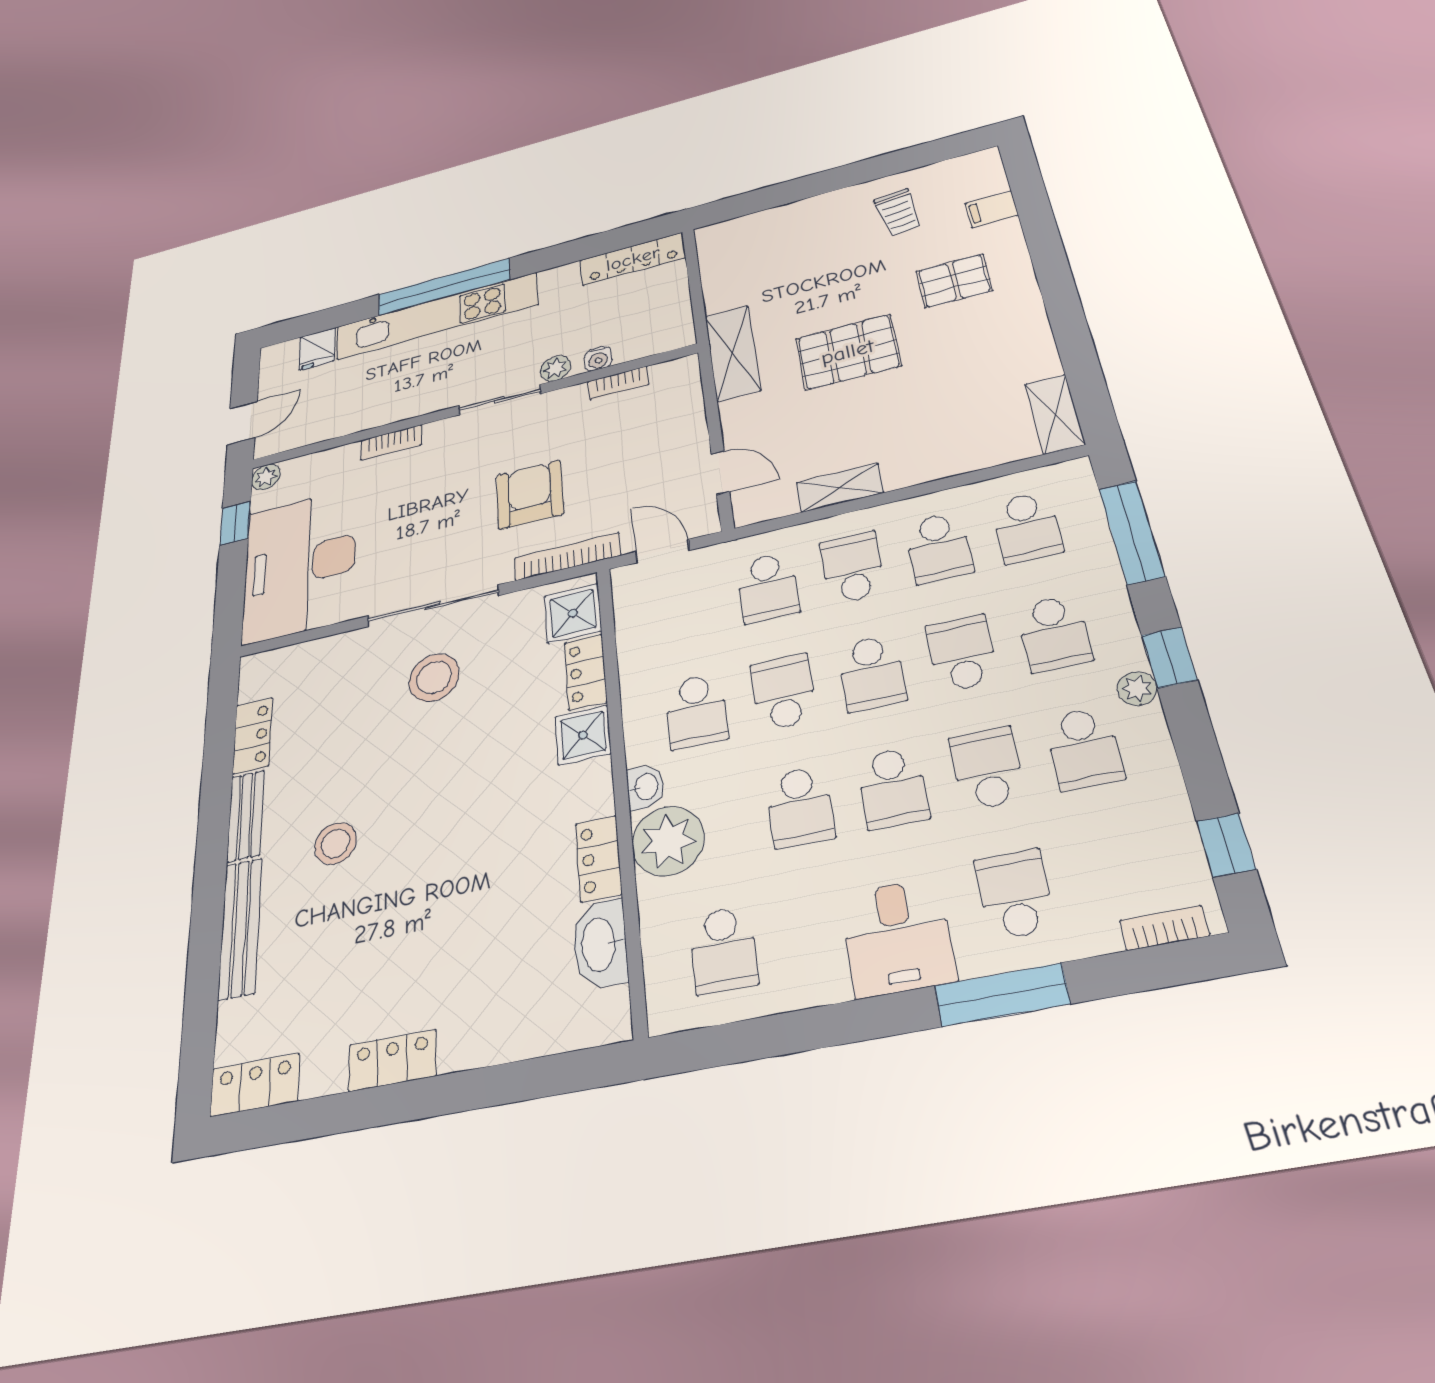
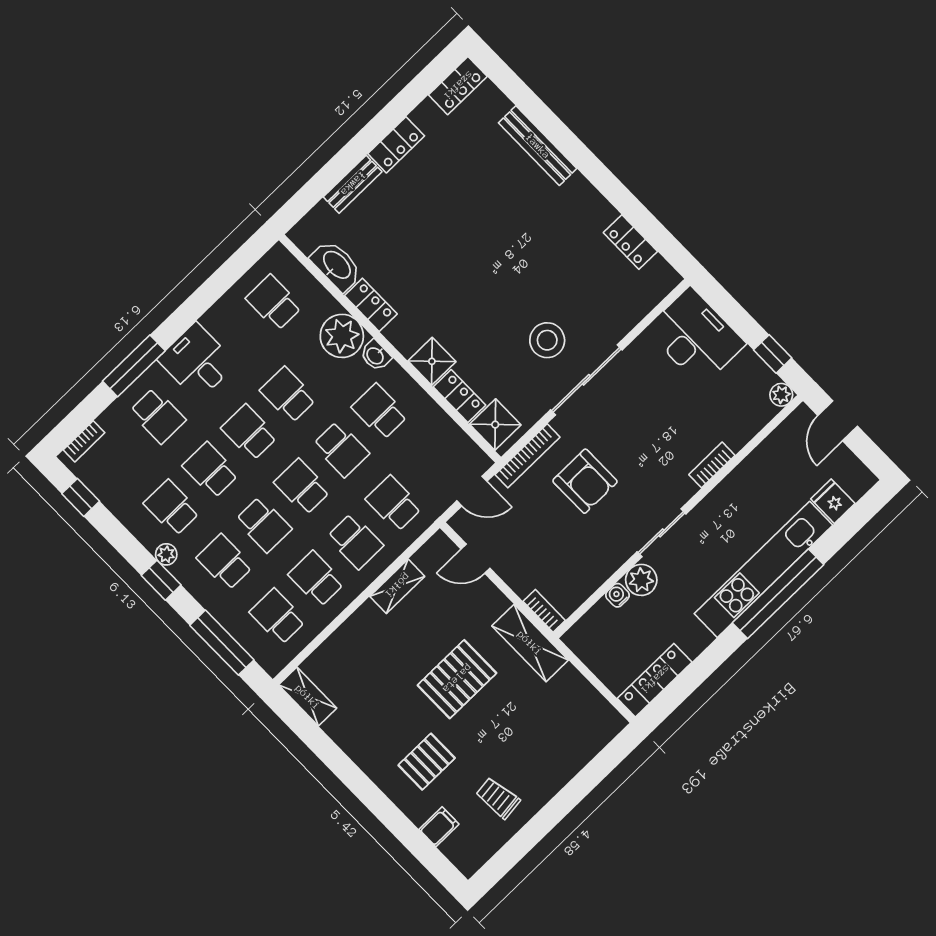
plant: (556, 368) -> (641, 580), width x1.38, depth x1.38
bookcase: (618, 383) -> (544, 611), moved, turned 90
desk: (300, 565) -> (696, 337), width x0.73, depth x0.77
school desk: (987, 768) -> (211, 470), turned 180
bench: (246, 816) -> (353, 184), moved, turned 90
stool: (336, 843) -> (523, 220), removed

